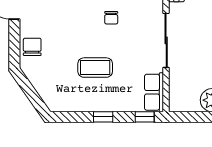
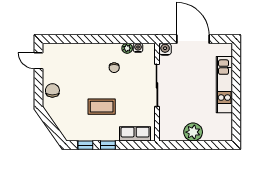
row of seats: (154, 92) -> (135, 134), moved, turned 90
window: (145, 117) -> (85, 145), moved

